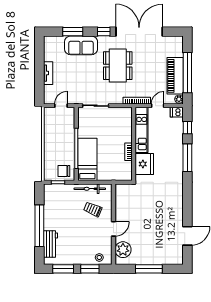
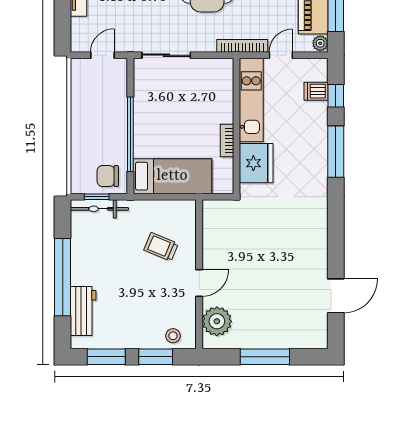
dishwasher: (177, 112) -> (316, 91), moved
bed: (87, 159) -> (172, 176), moved, turned 90
bicycle: (90, 189) -> (99, 209), moved

